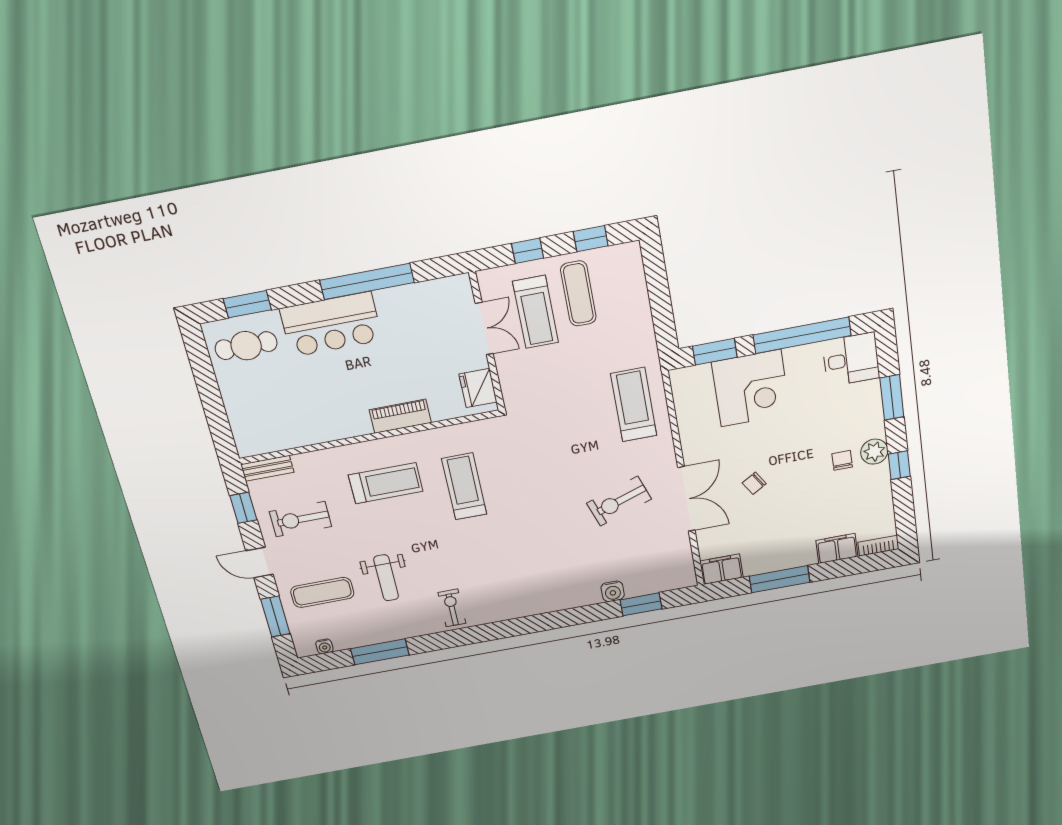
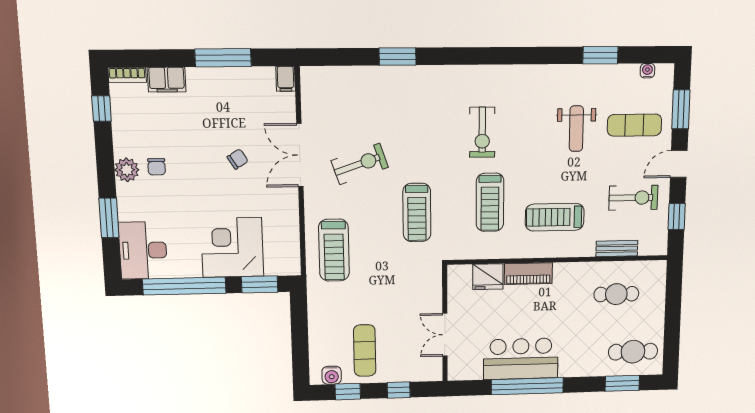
treadmill: (536, 312) -> (417, 212), moved, turned 180
bar counter: (331, 324) -> (521, 359), moved
desk: (851, 359) -> (143, 250), width x1.37
fridge: (478, 388) -> (488, 277), moved, turned 90
cafe table: (288, 410) -> (616, 294), added
window: (899, 465) -> (102, 109), moved
bench: (267, 468) -> (617, 248), moved
door: (260, 563) -> (679, 164), swing flipped
filing cabinet: (722, 569) -> (286, 79), width x0.50
weight bench: (386, 578) -> (576, 129), turned 180
water cooler: (613, 591) -> (332, 375), moved, turned 180
window: (641, 604) -> (398, 57), moved
exercise bike: (452, 608) -> (482, 132), moved, width x1.38, depth x1.39
window: (380, 652) -> (600, 55), width x0.69

